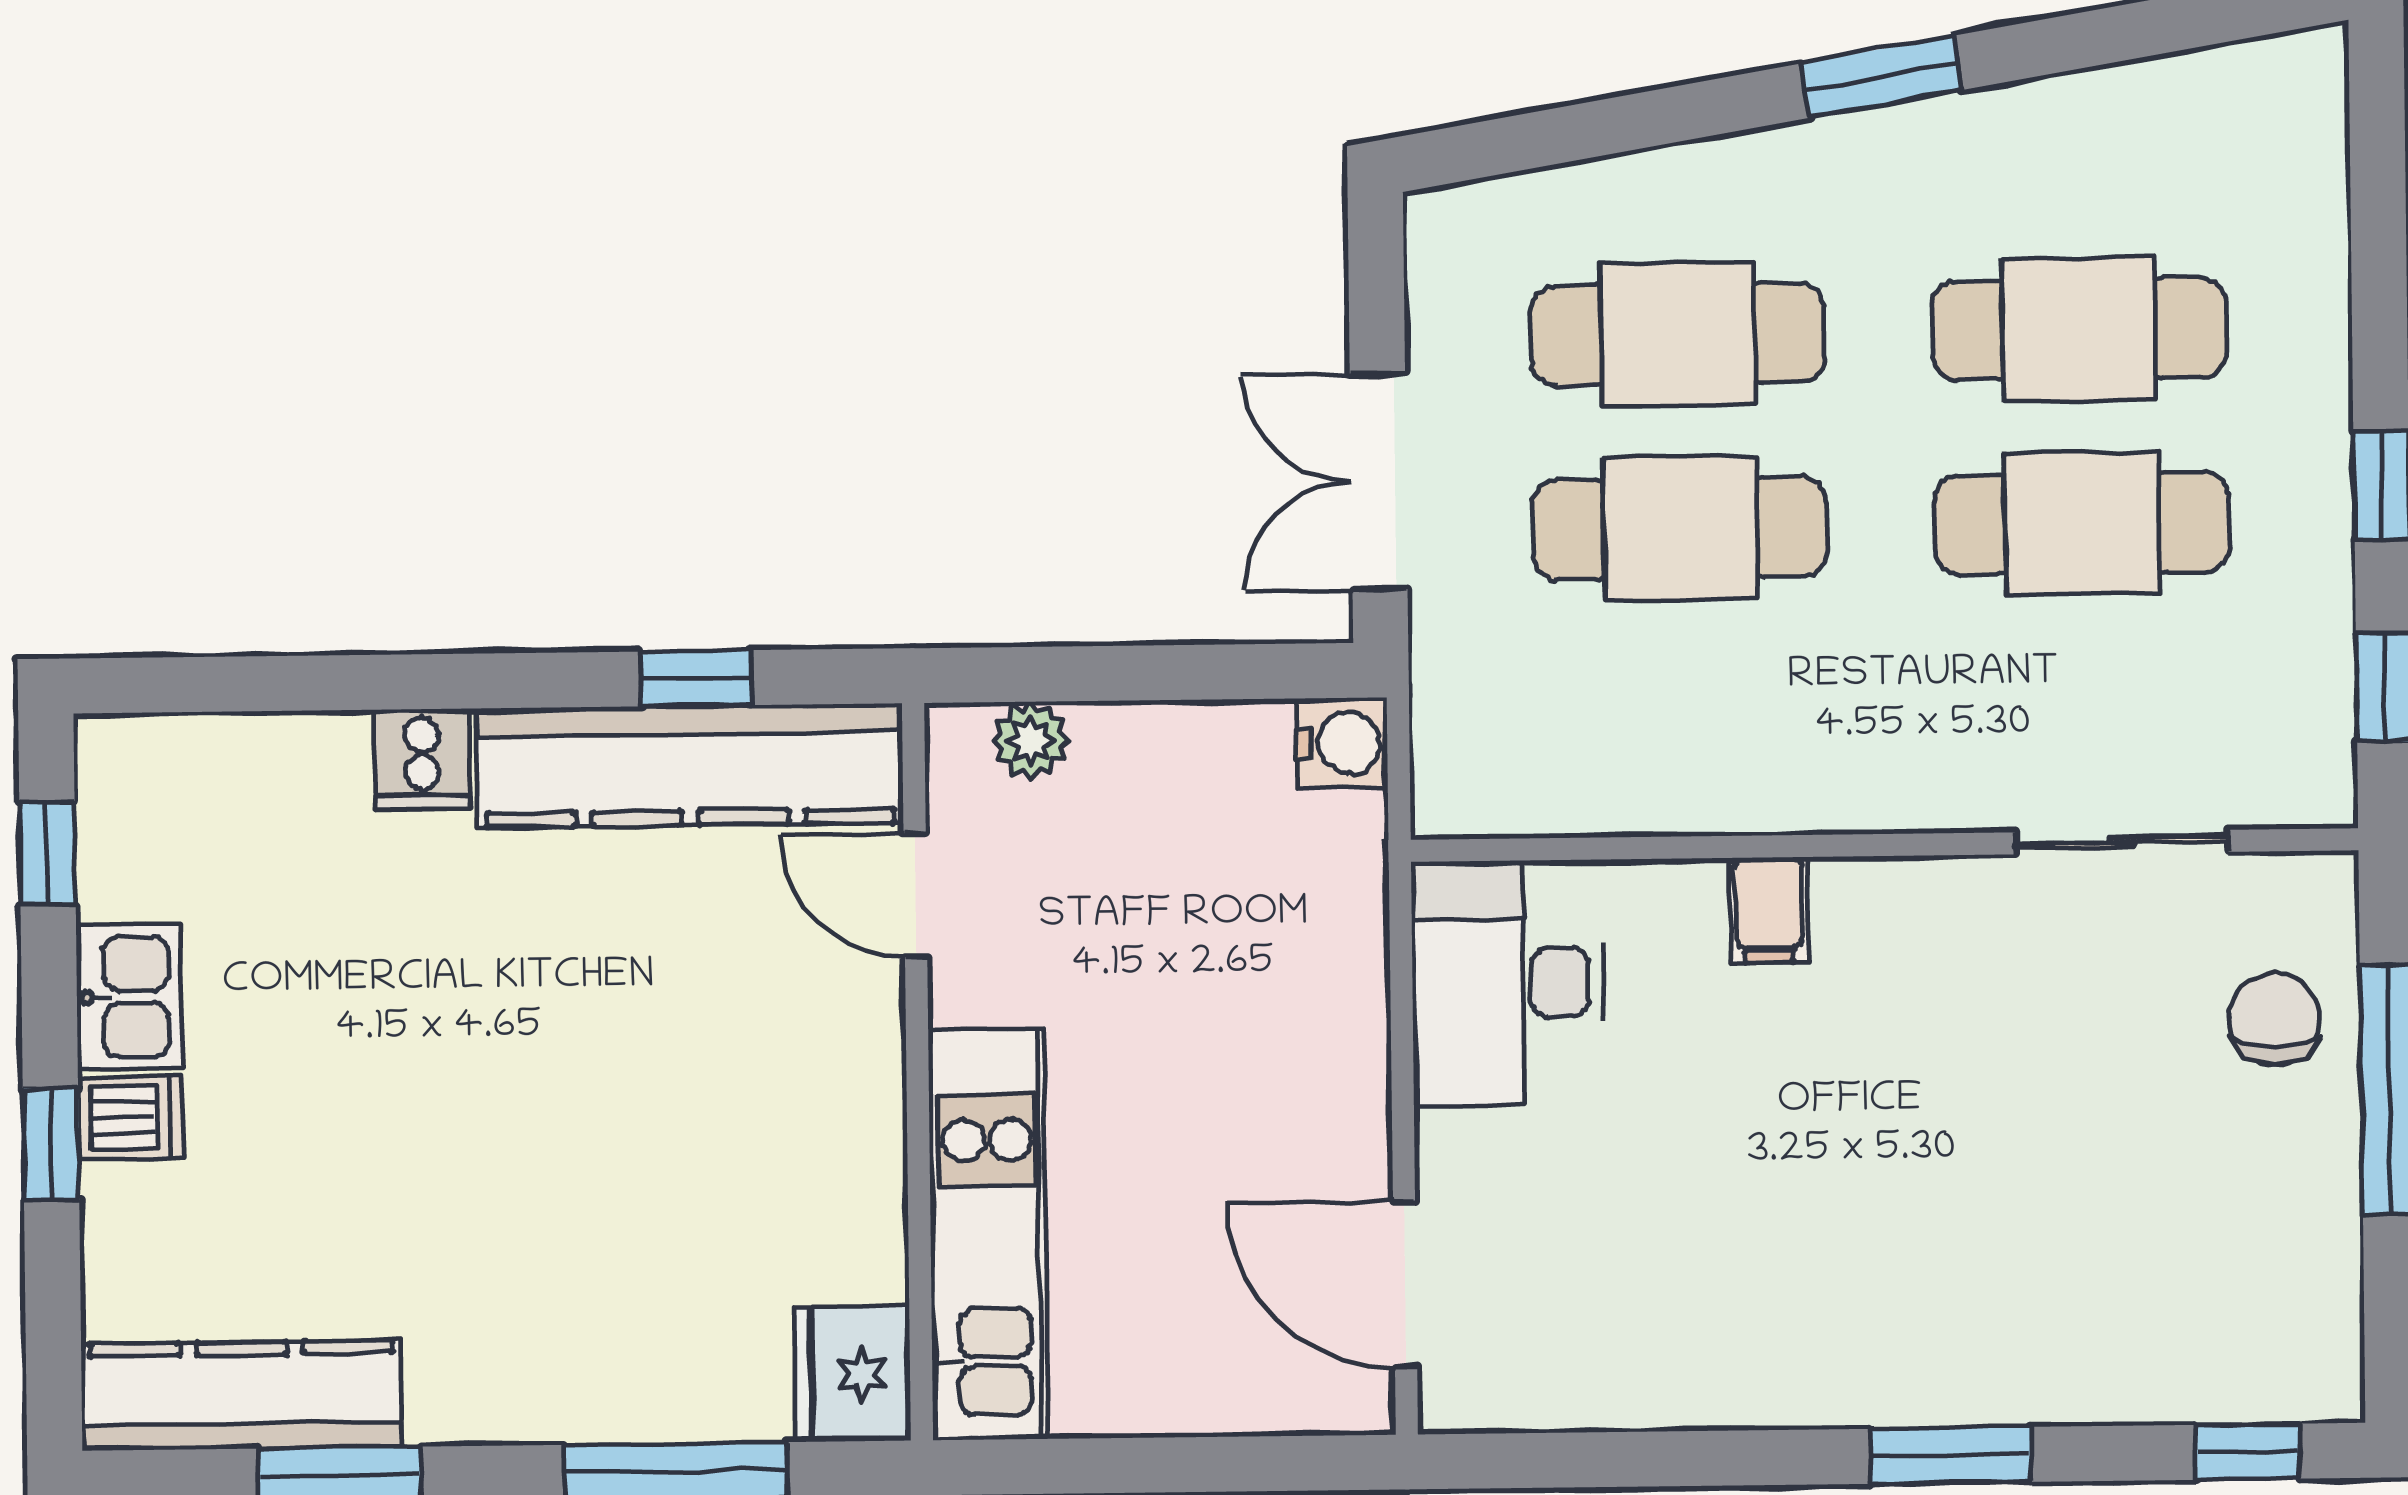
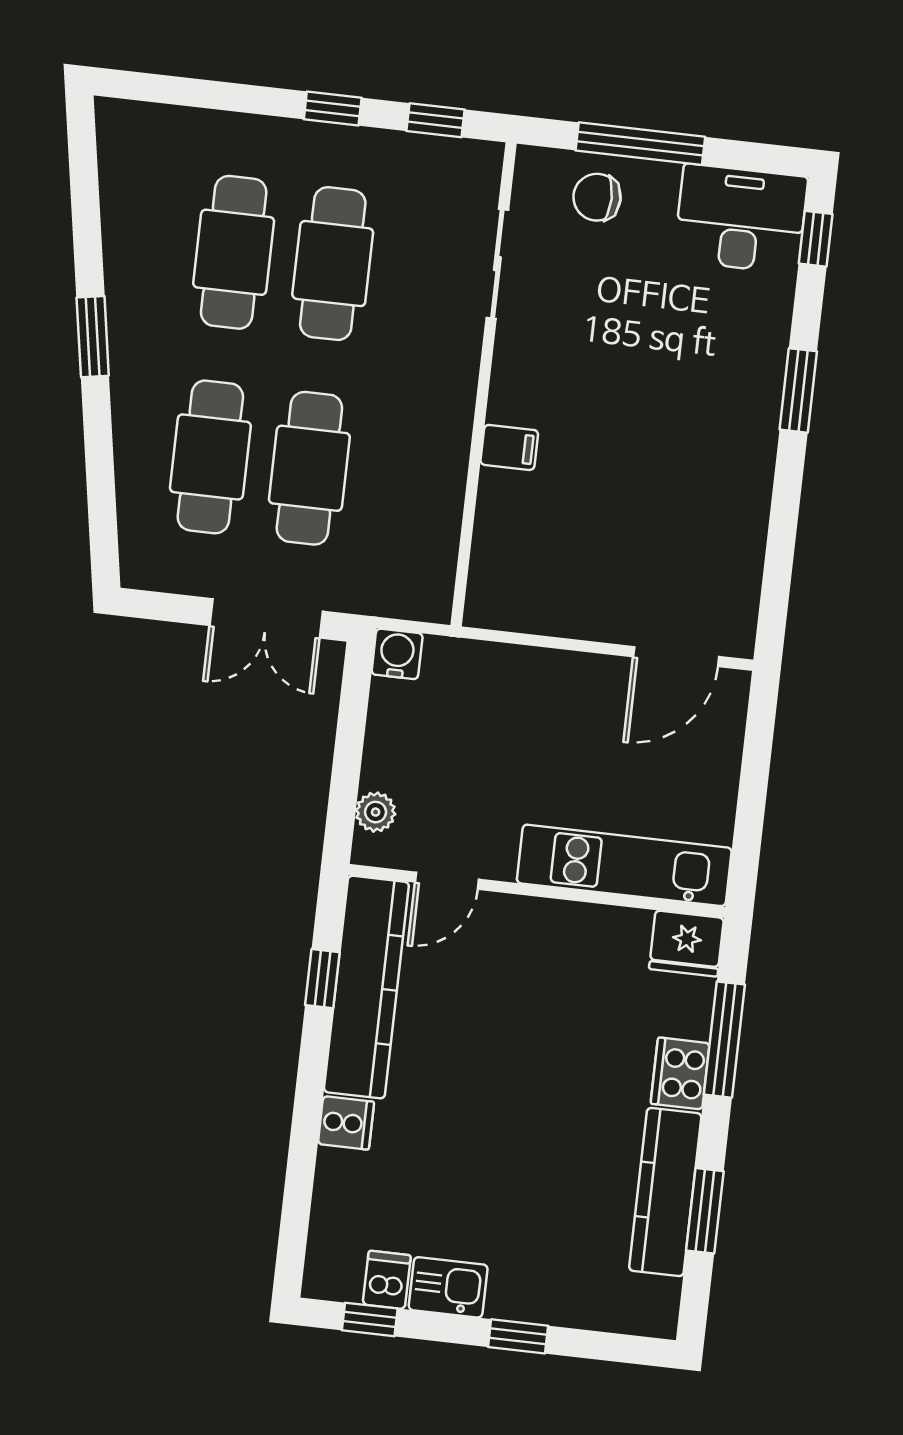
desk: (1508, 983) -> (741, 219), moved, turned 180
dishwasher: (131, 1118) -> (387, 1280), moved
cooker: (599, 1394) -> (680, 1073), added
kitchen counter: (242, 1395) -> (665, 1192), moved

